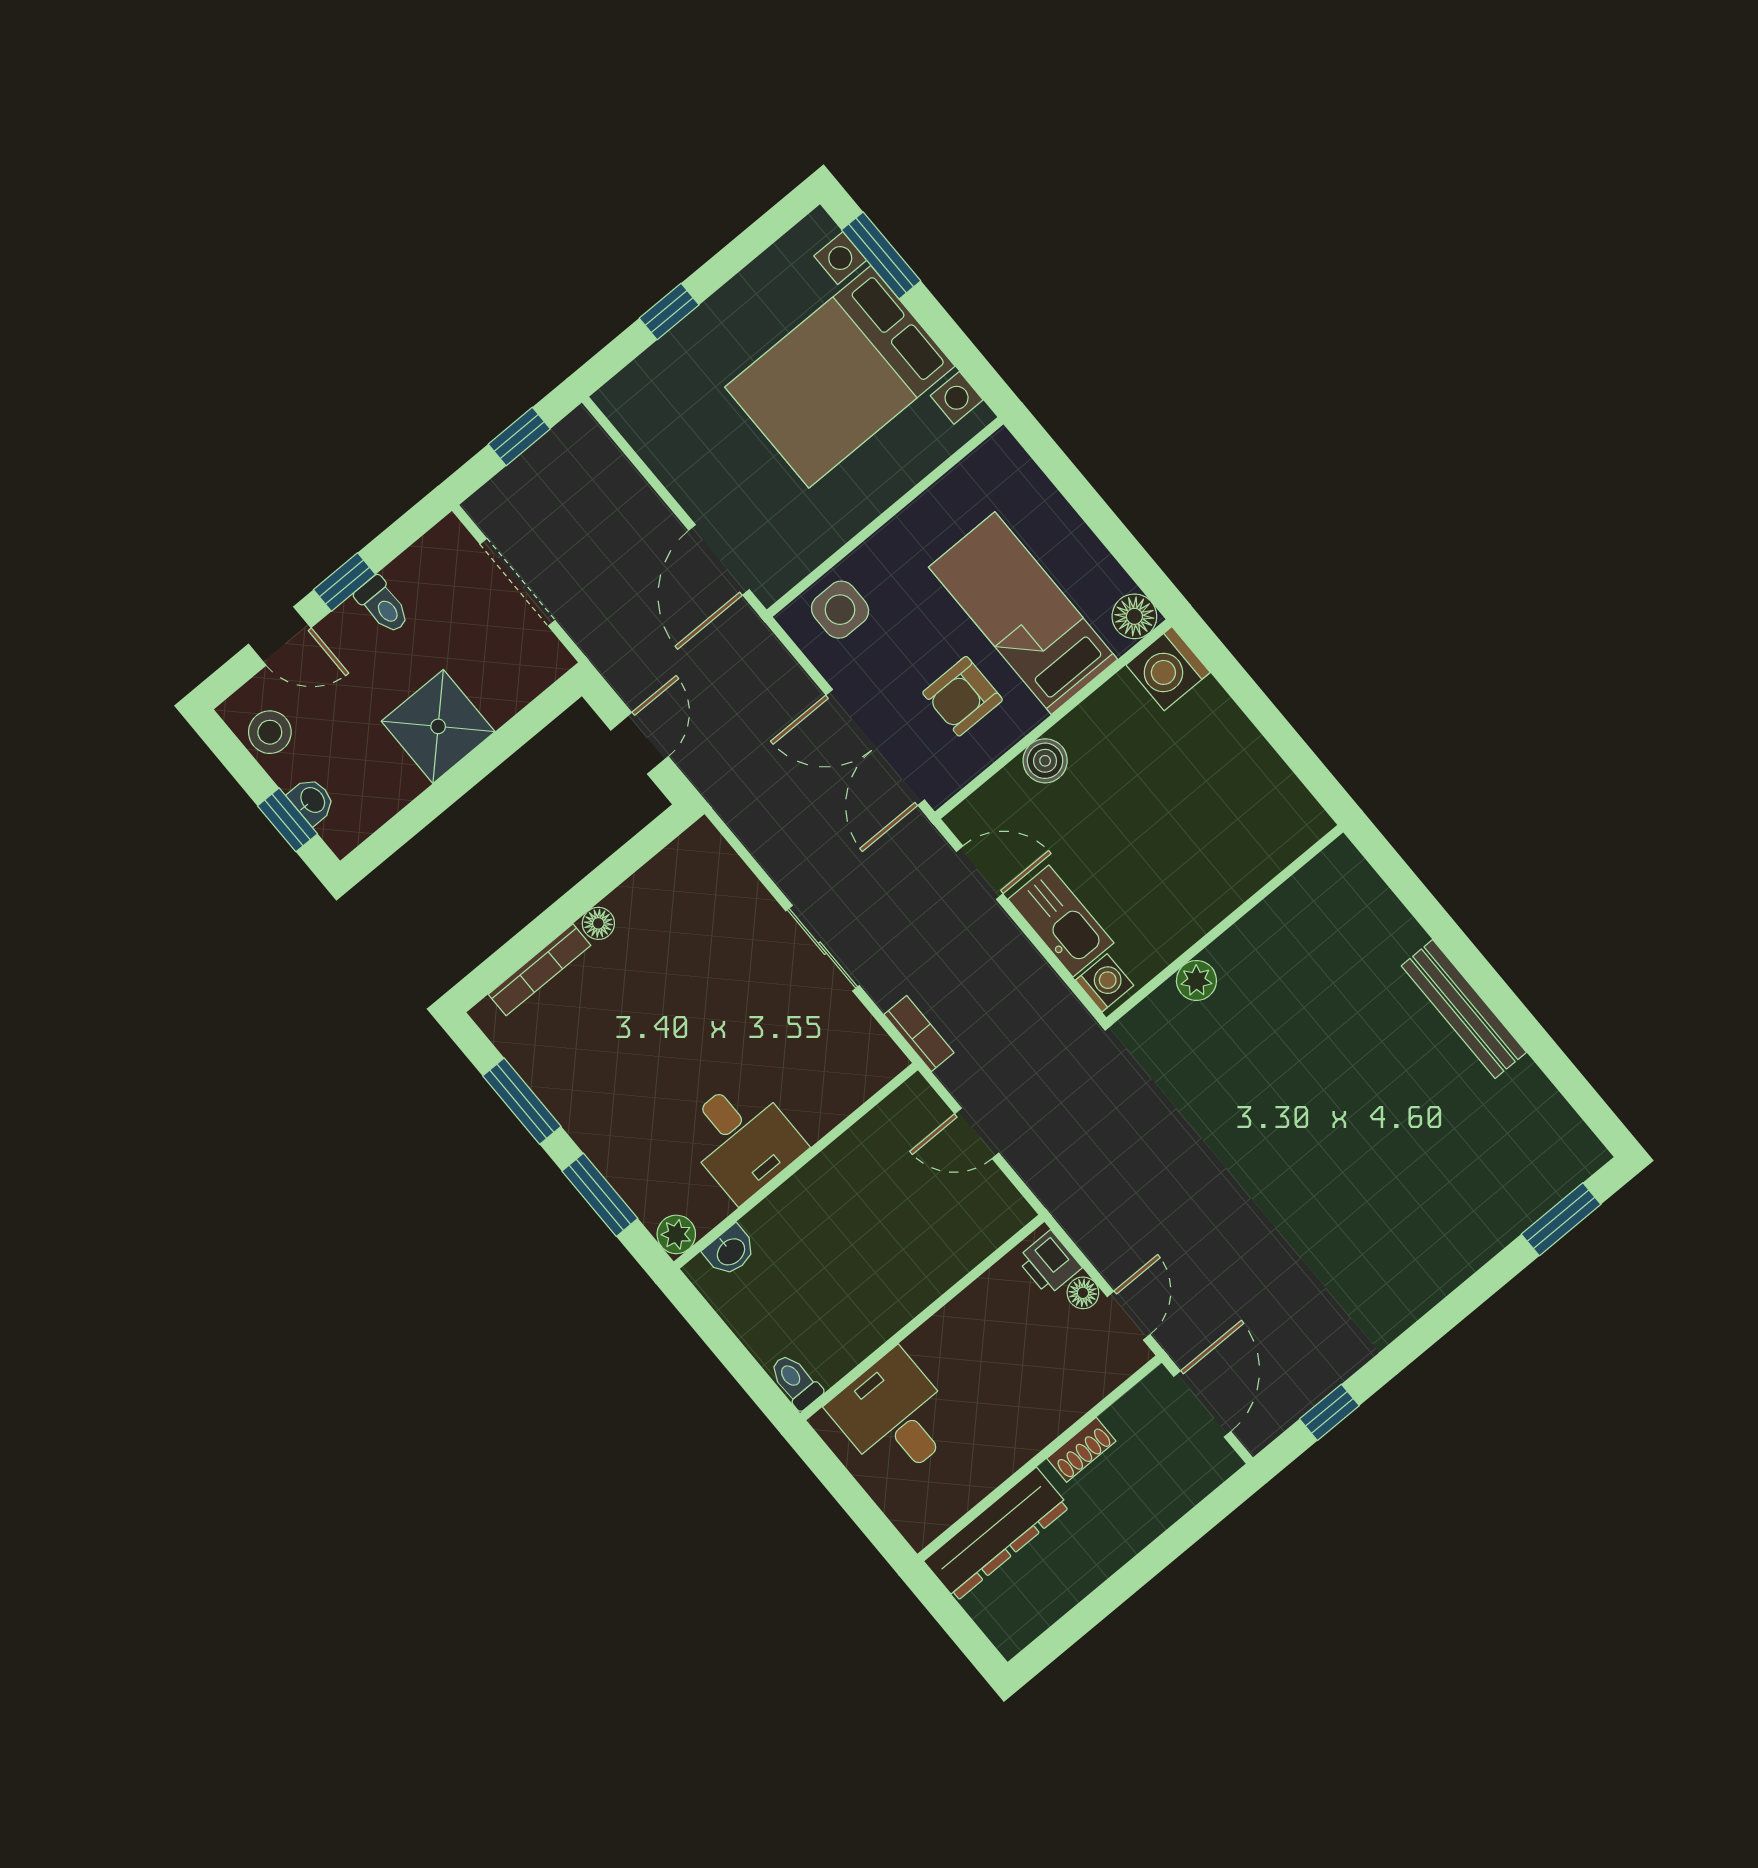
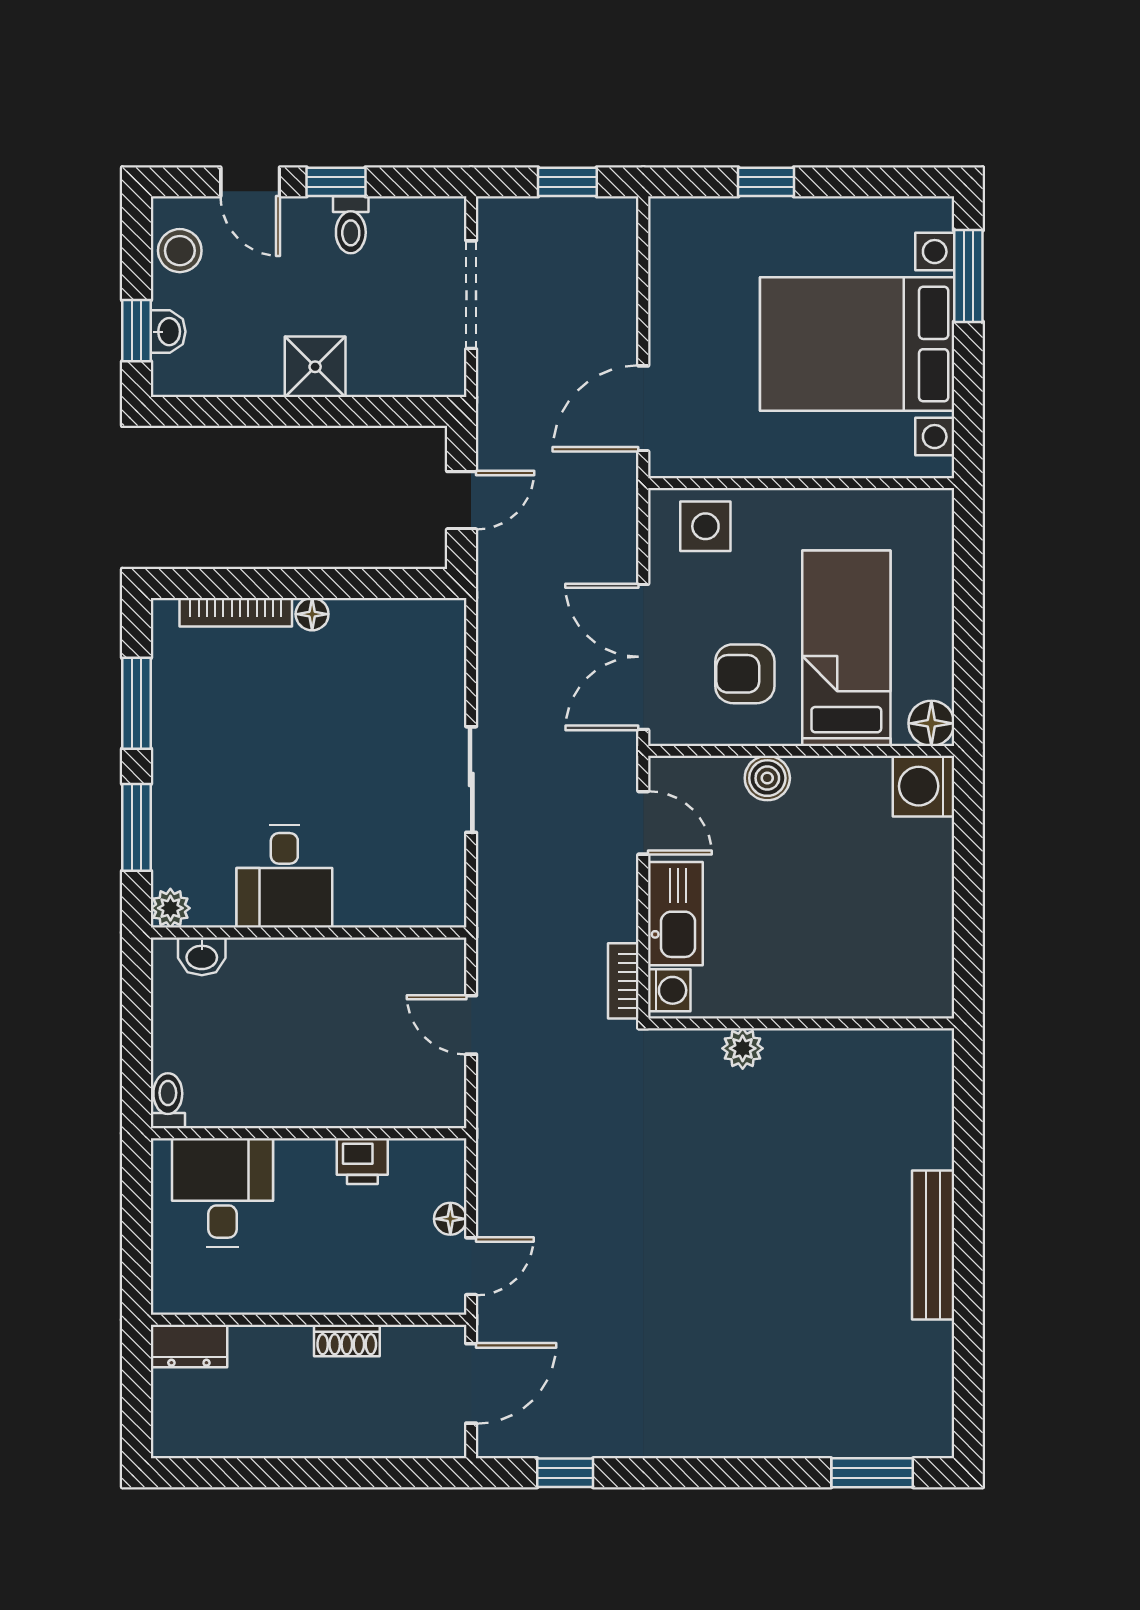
shower: (438, 726) -> (315, 367), width x0.73, depth x0.73
bookcase: (919, 1033) -> (623, 981), moved, turned 180
printer: (1049, 1263) -> (362, 1161), moved, turned -90
dresser: (997, 1534) -> (189, 1346), width x0.51, depth x0.80

